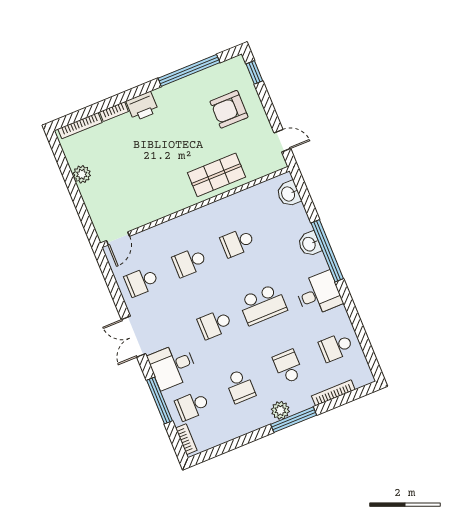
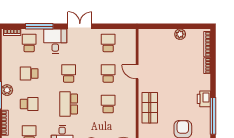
printer: (142, 106) -> (204, 99), moved
door: (118, 238) -> (137, 72), moved

